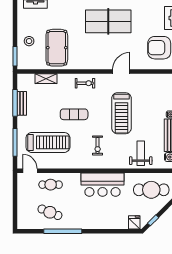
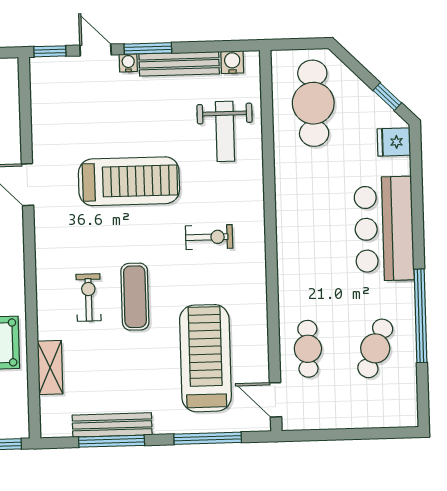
exercise bike: (85, 83) -> (89, 297), moved
bench: (22, 103) -> (112, 425), width x1.36
weight bench: (141, 153) -> (225, 131), turned -90
door: (30, 171) -> (275, 400), hinge flipped
bar counter: (103, 185) -> (384, 229), moved, turned 180

